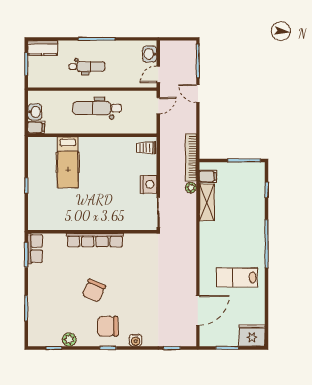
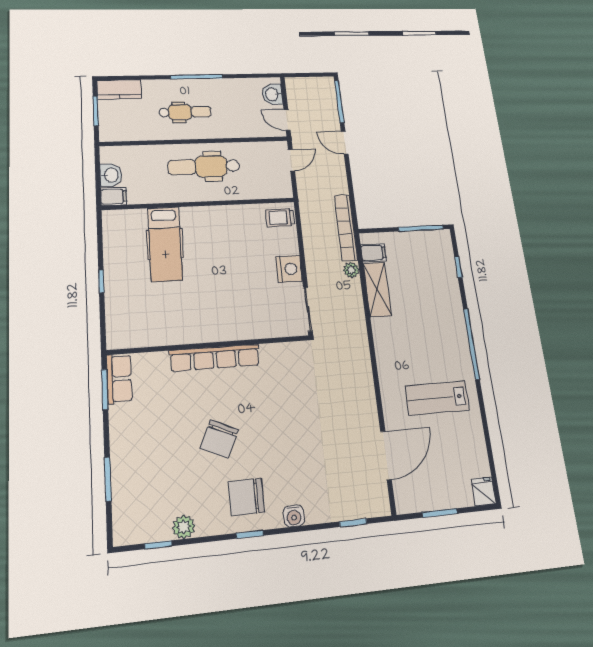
door: (158, 74) -> (287, 120), hinge flipped
fridge: (252, 335) -> (484, 491), width x0.53, depth x0.75

